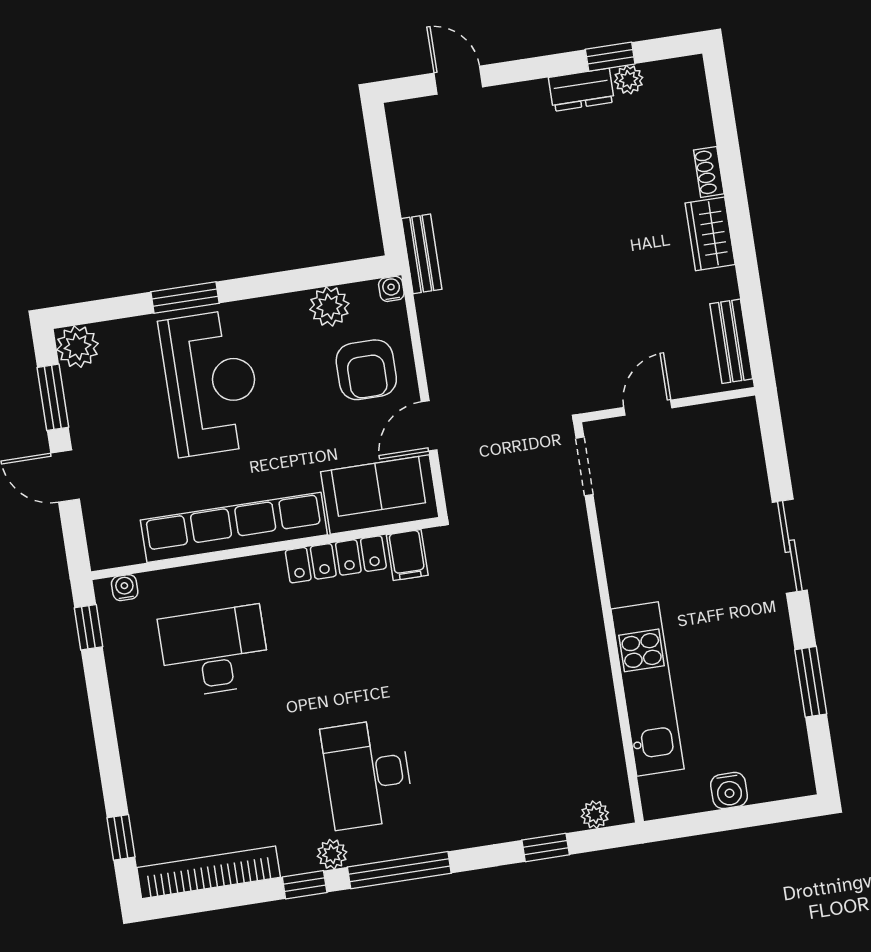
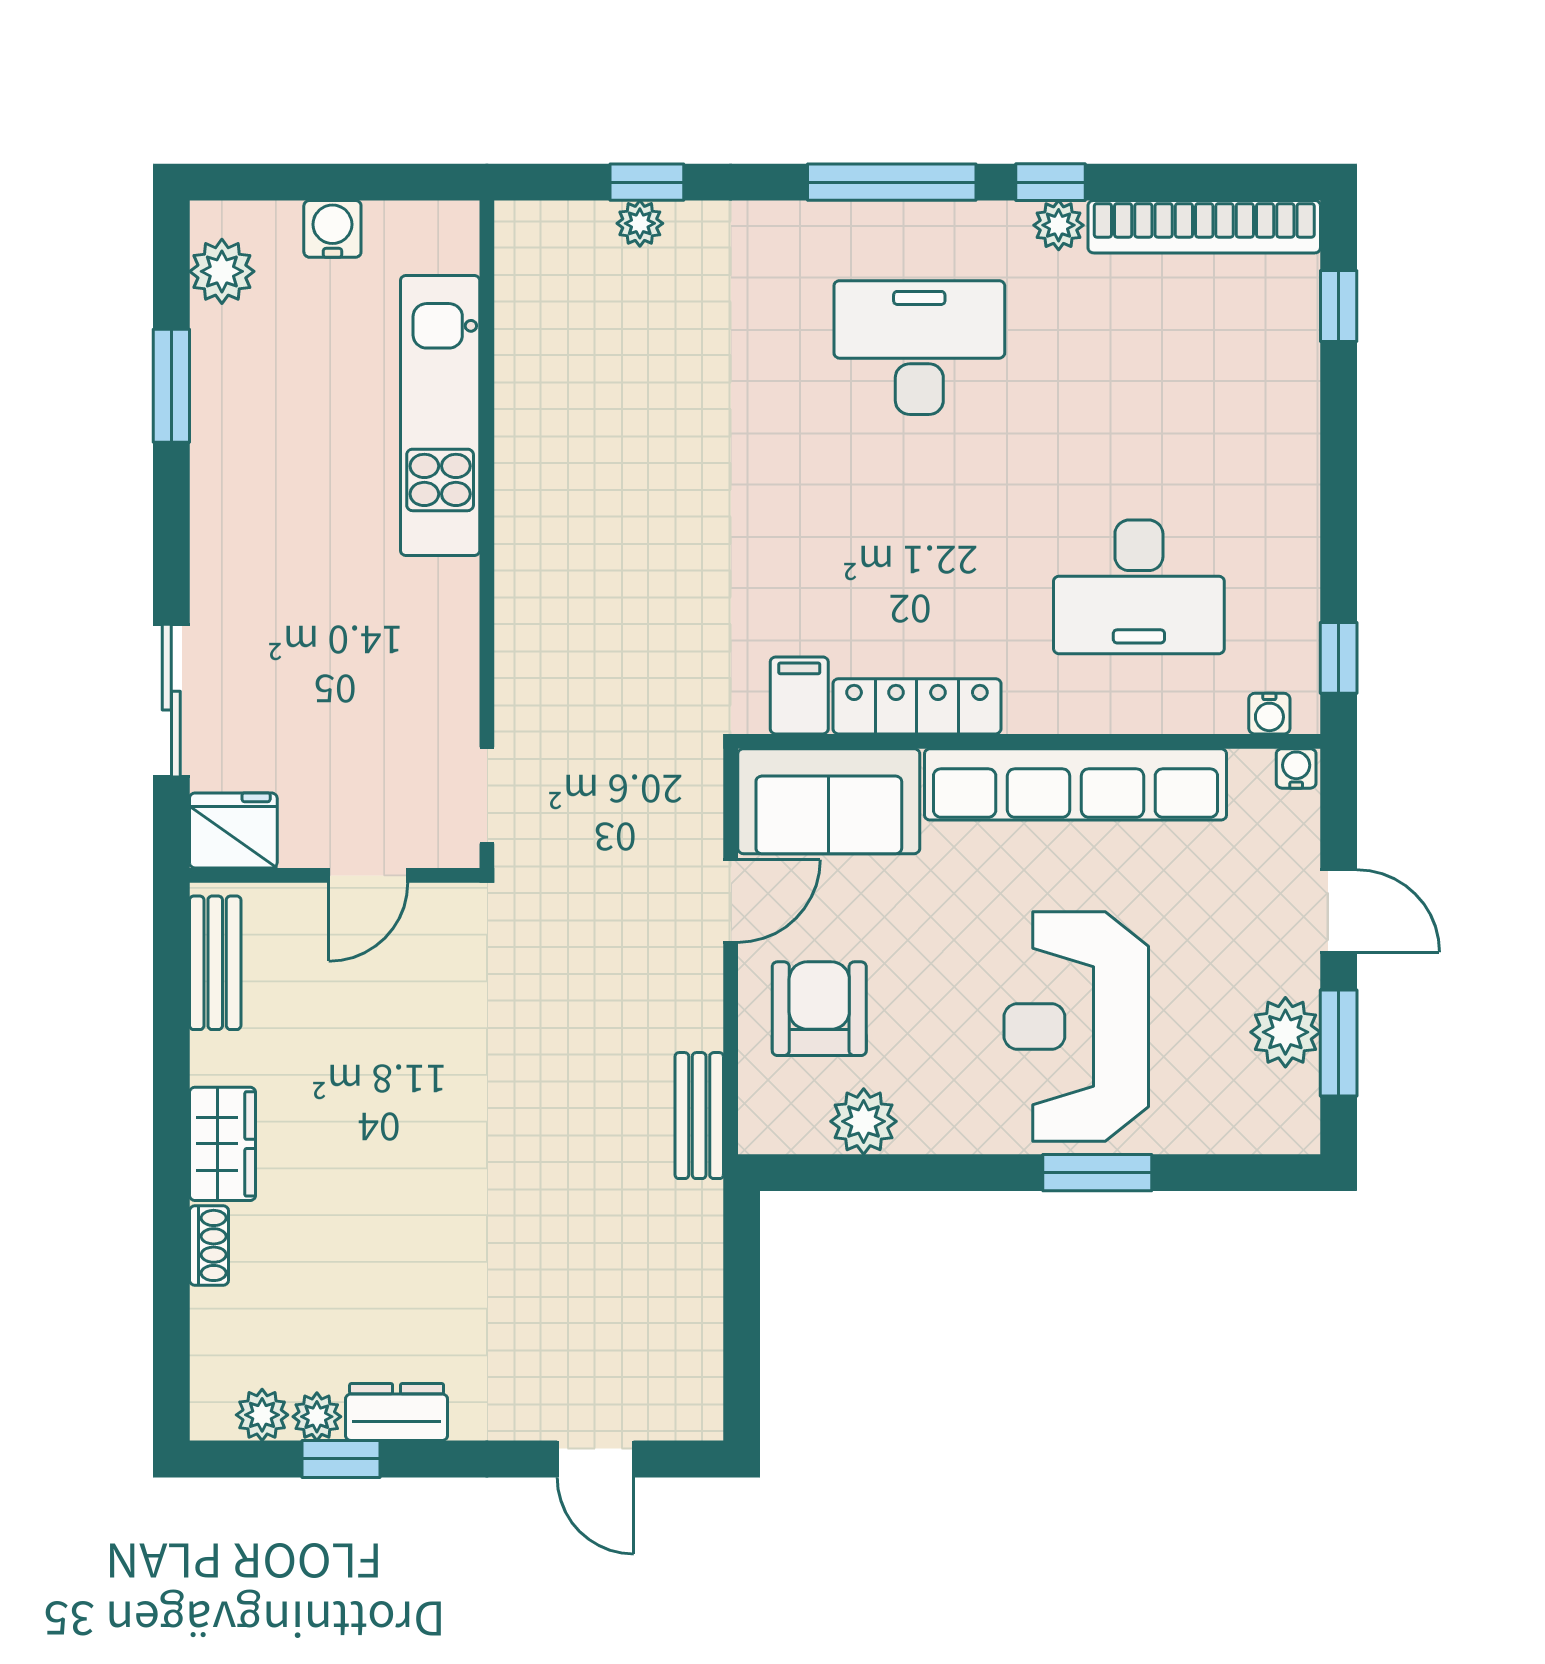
plant: (661, 76) -> (262, 1415), added
bench: (422, 254) -> (699, 1116), moved
water cooler: (391, 289) -> (1296, 768), moved, turned 180
plant: (78, 347) -> (1285, 1032), moved
fridge: (733, 422) -> (233, 830), added
sliding door: (790, 546) -> (171, 701), moved
plant: (791, 755) -> (222, 271), added
desk: (368, 774) -> (919, 348), turned -90
plant: (595, 815) -> (640, 223), moved
plant: (332, 854) -> (1059, 225), moved

